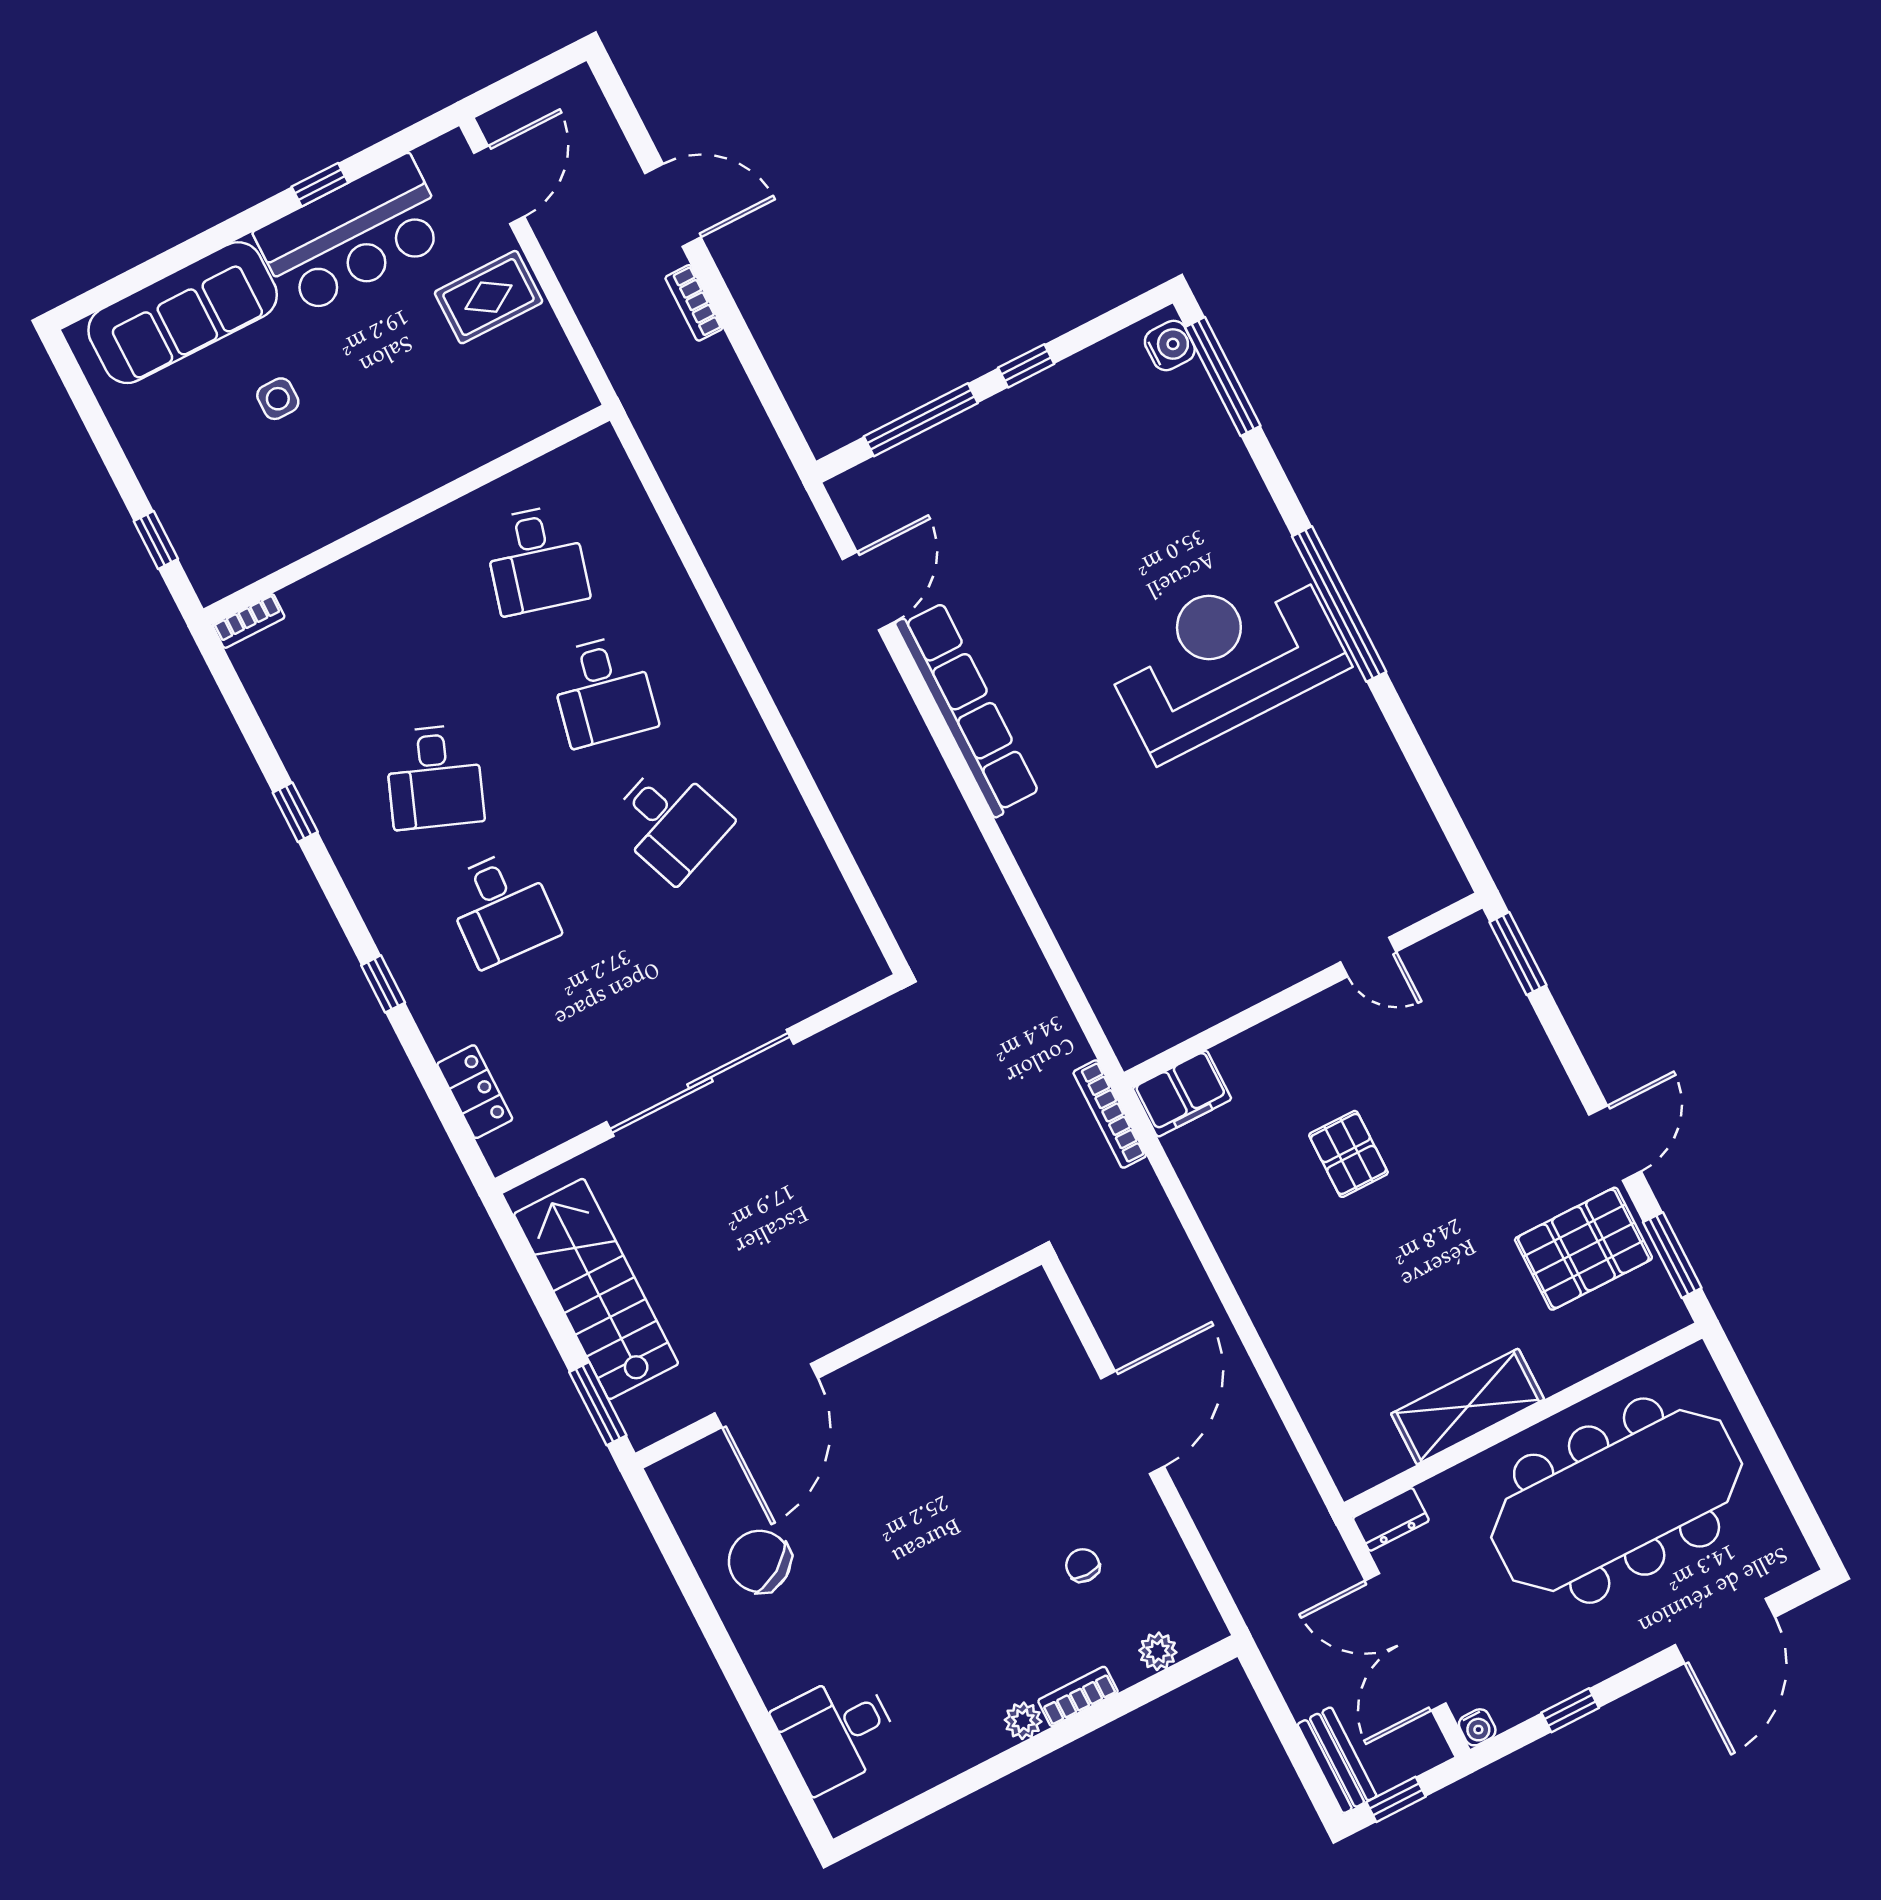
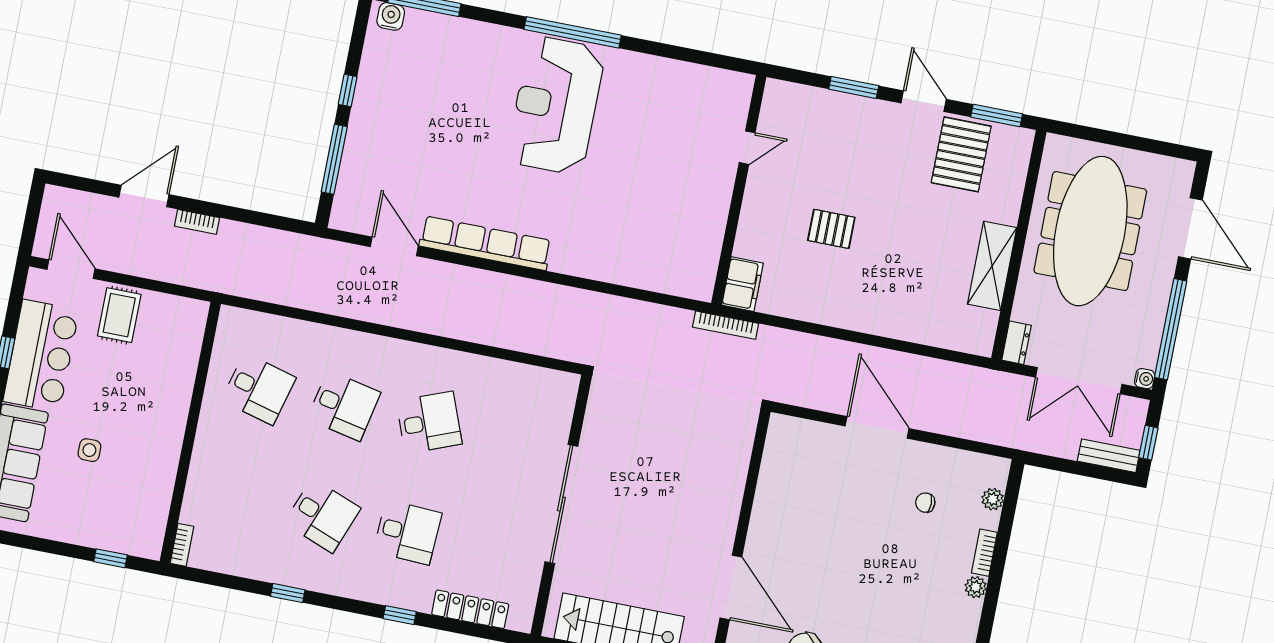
window: (1518, 954) -> (854, 87), moved
locker: (475, 1092) -> (470, 609), width x1.53
window: (1570, 1710) -> (1171, 329), width x3.17

